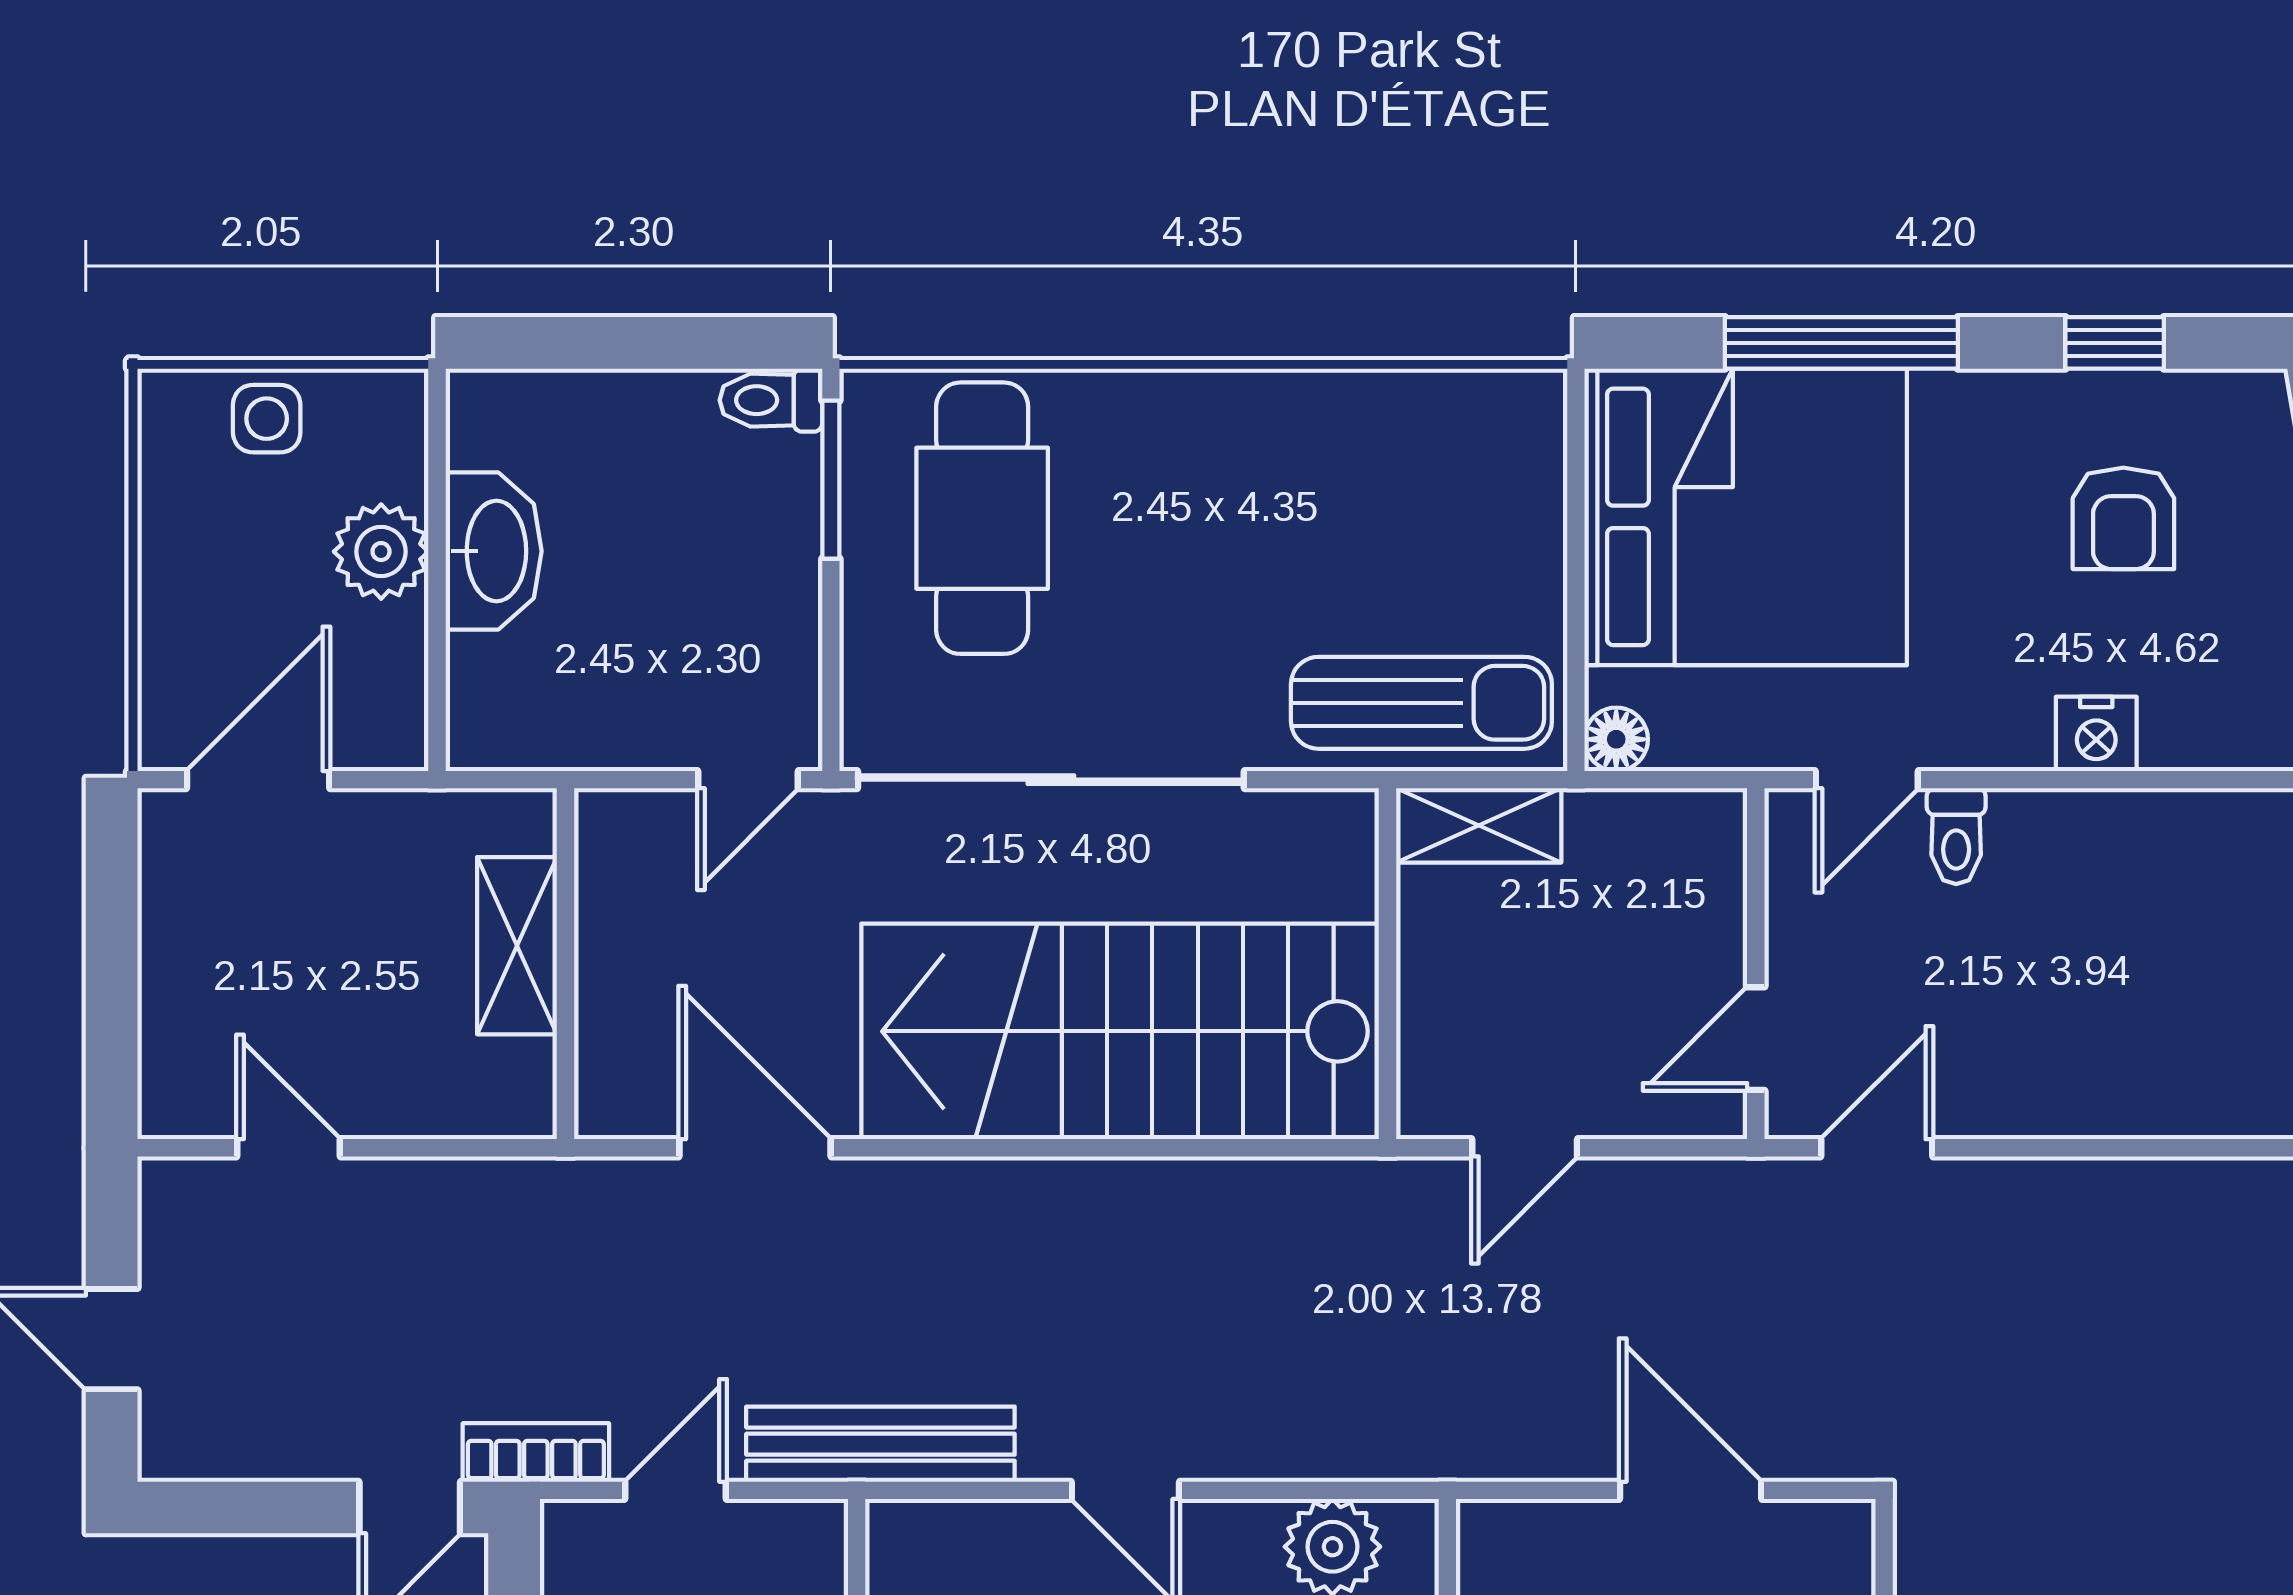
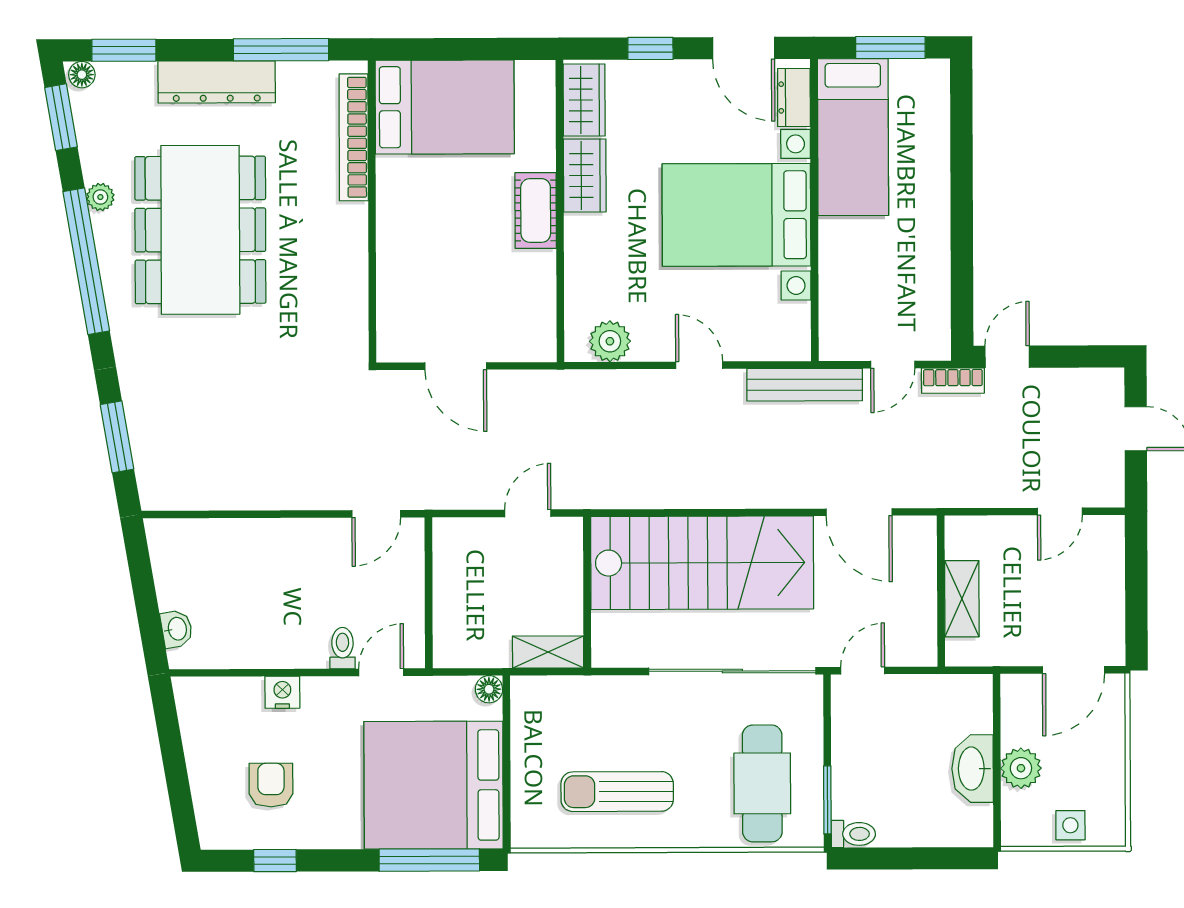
window: (1841, 343) -> (429, 860), moved
sun lounger: (1421, 703) -> (617, 792), moved
door: (1756, 1039) -> (428, 561), removed
door: (289, 1148) -> (1060, 511), hinge flipped

